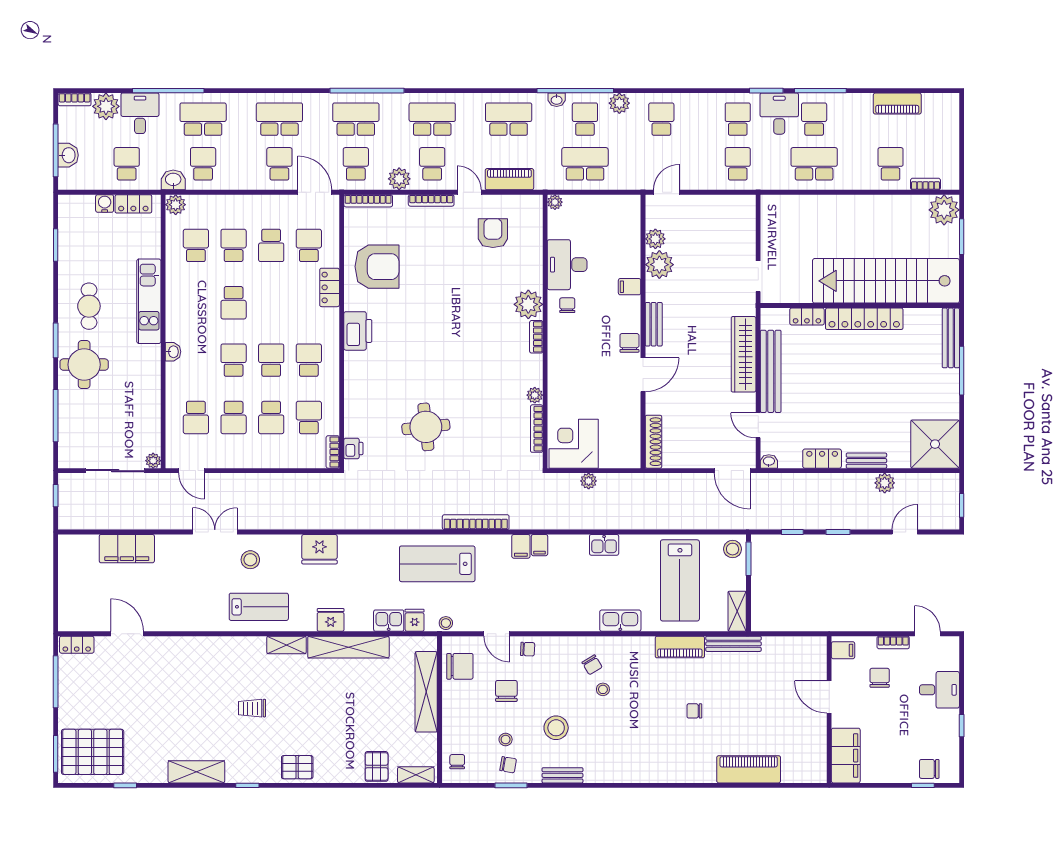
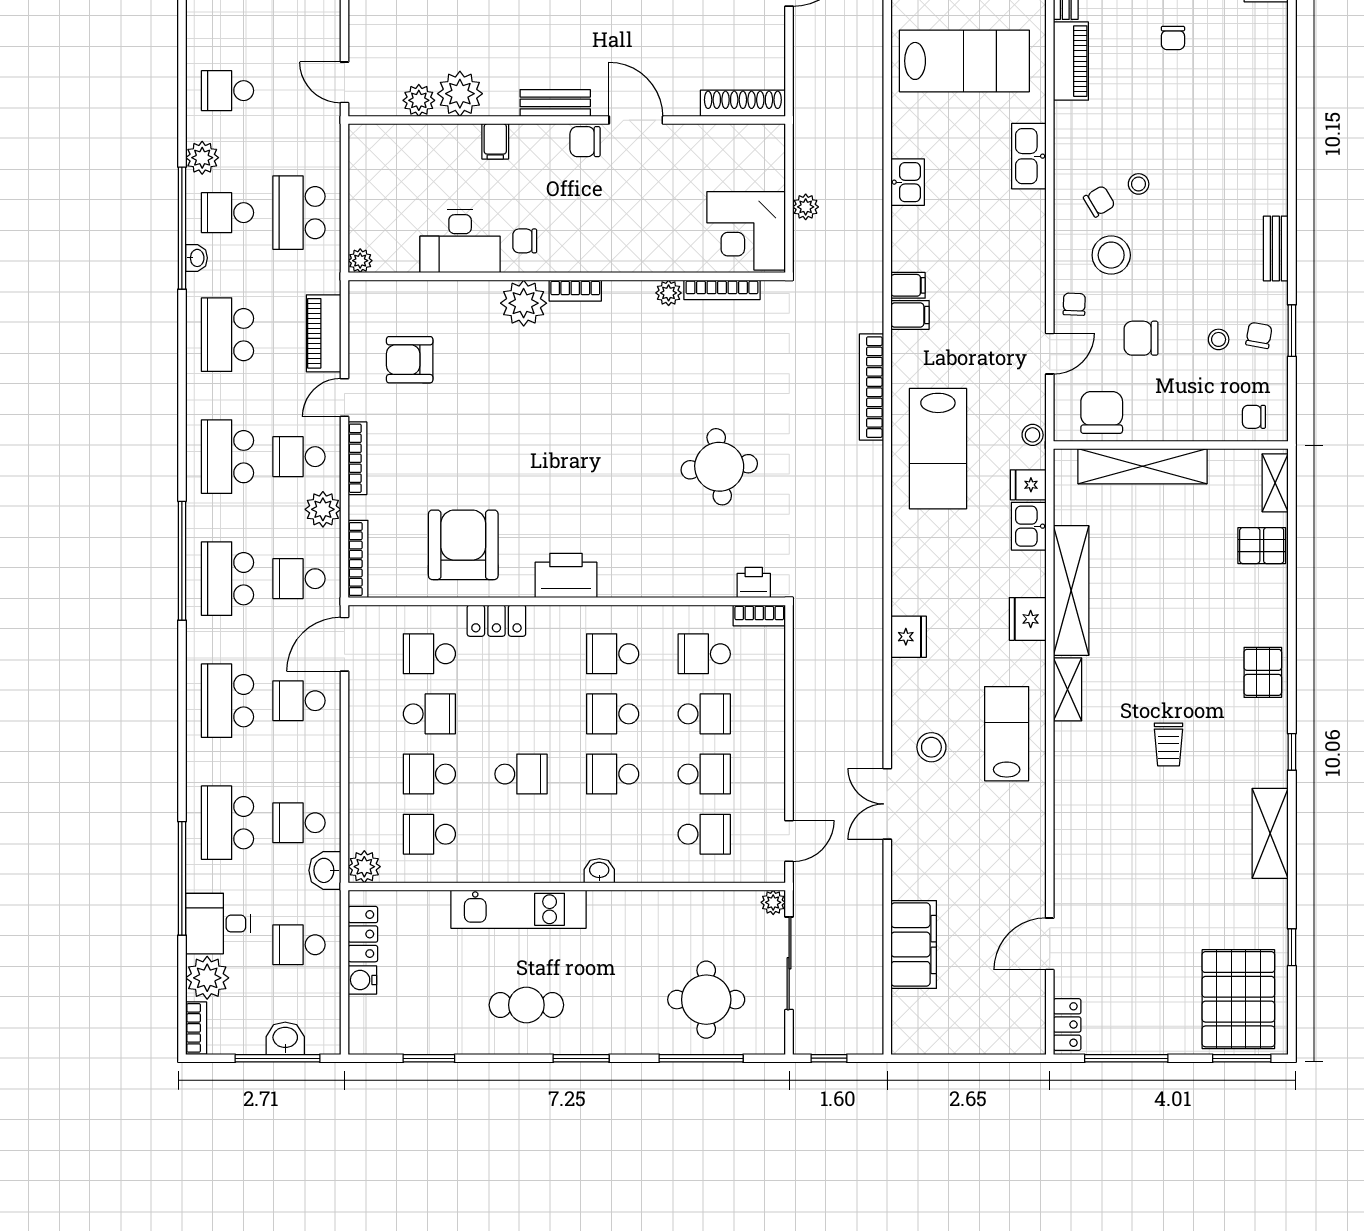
round table: (84, 365) -> (706, 1000), moved
fridge: (319, 549) -> (909, 637), width x0.73, depth x0.75
stool: (556, 728) -> (1111, 255), moved

